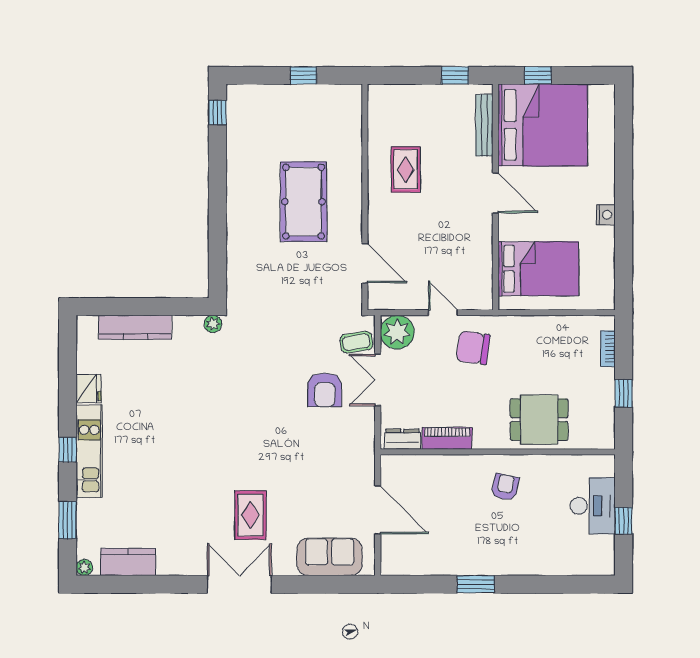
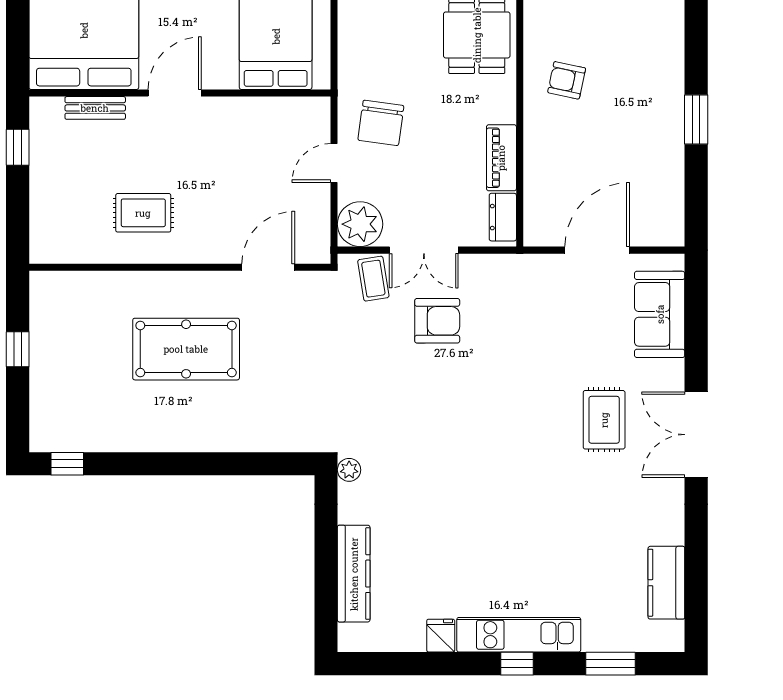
window: (538, 75) -> (18, 36), removed
bench: (484, 125) -> (95, 108), width x0.73
fridge: (89, 389) -> (441, 636), width x0.72
rug: (250, 515) -> (604, 420), turned 90
plant: (84, 567) -> (674, 641), removed

